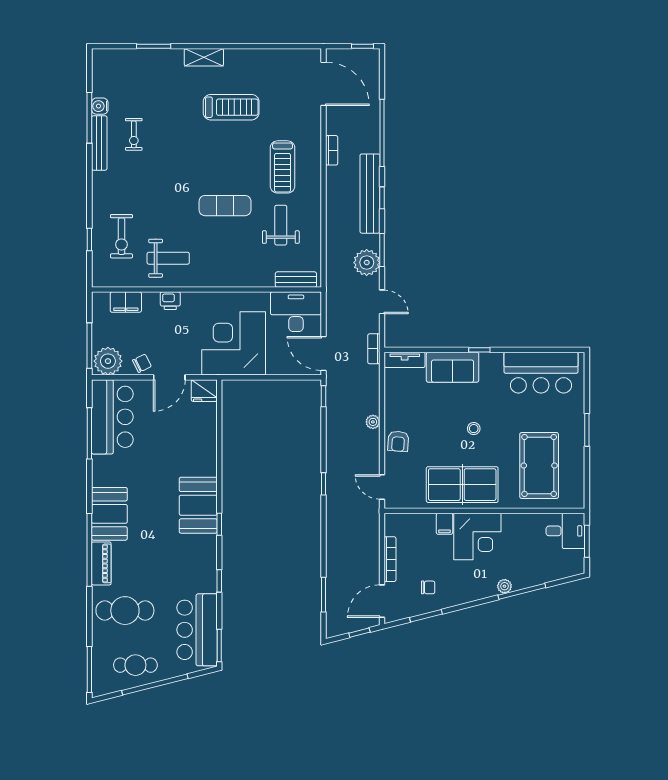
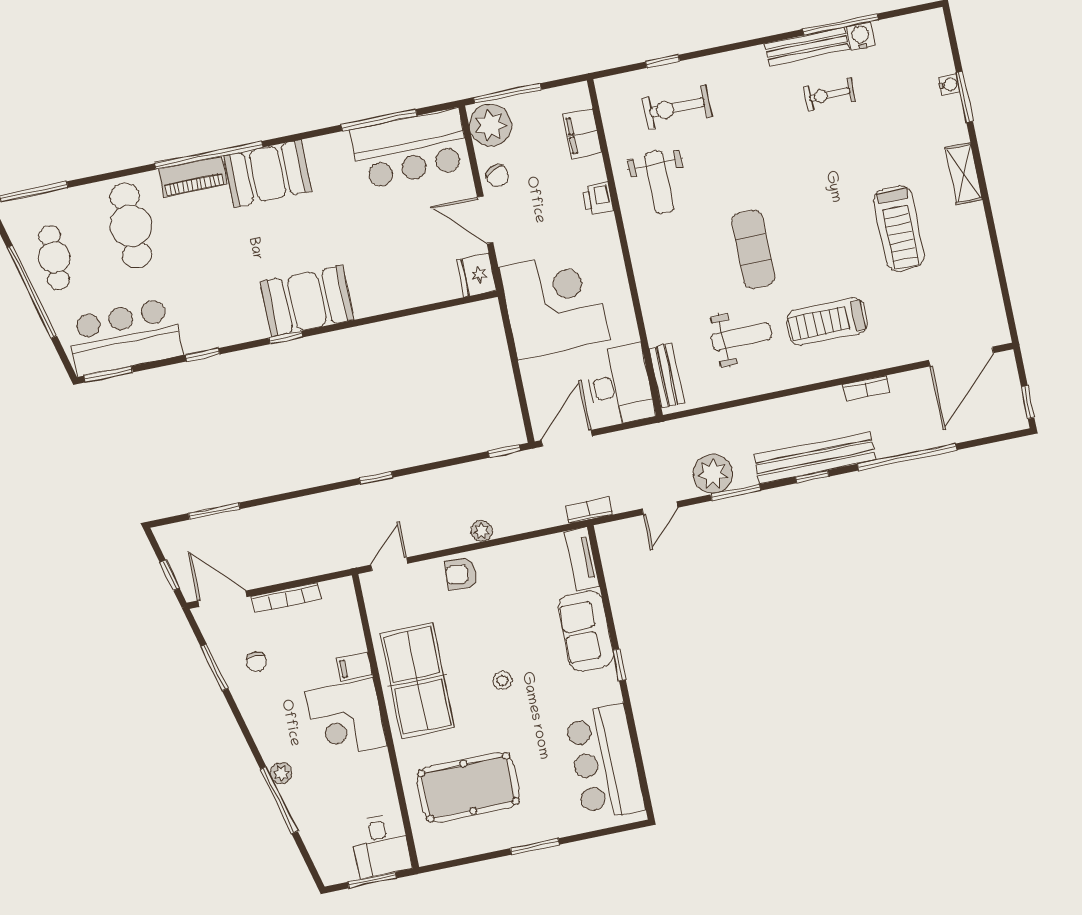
water cooler: (144, 55) -> (949, 85), added

